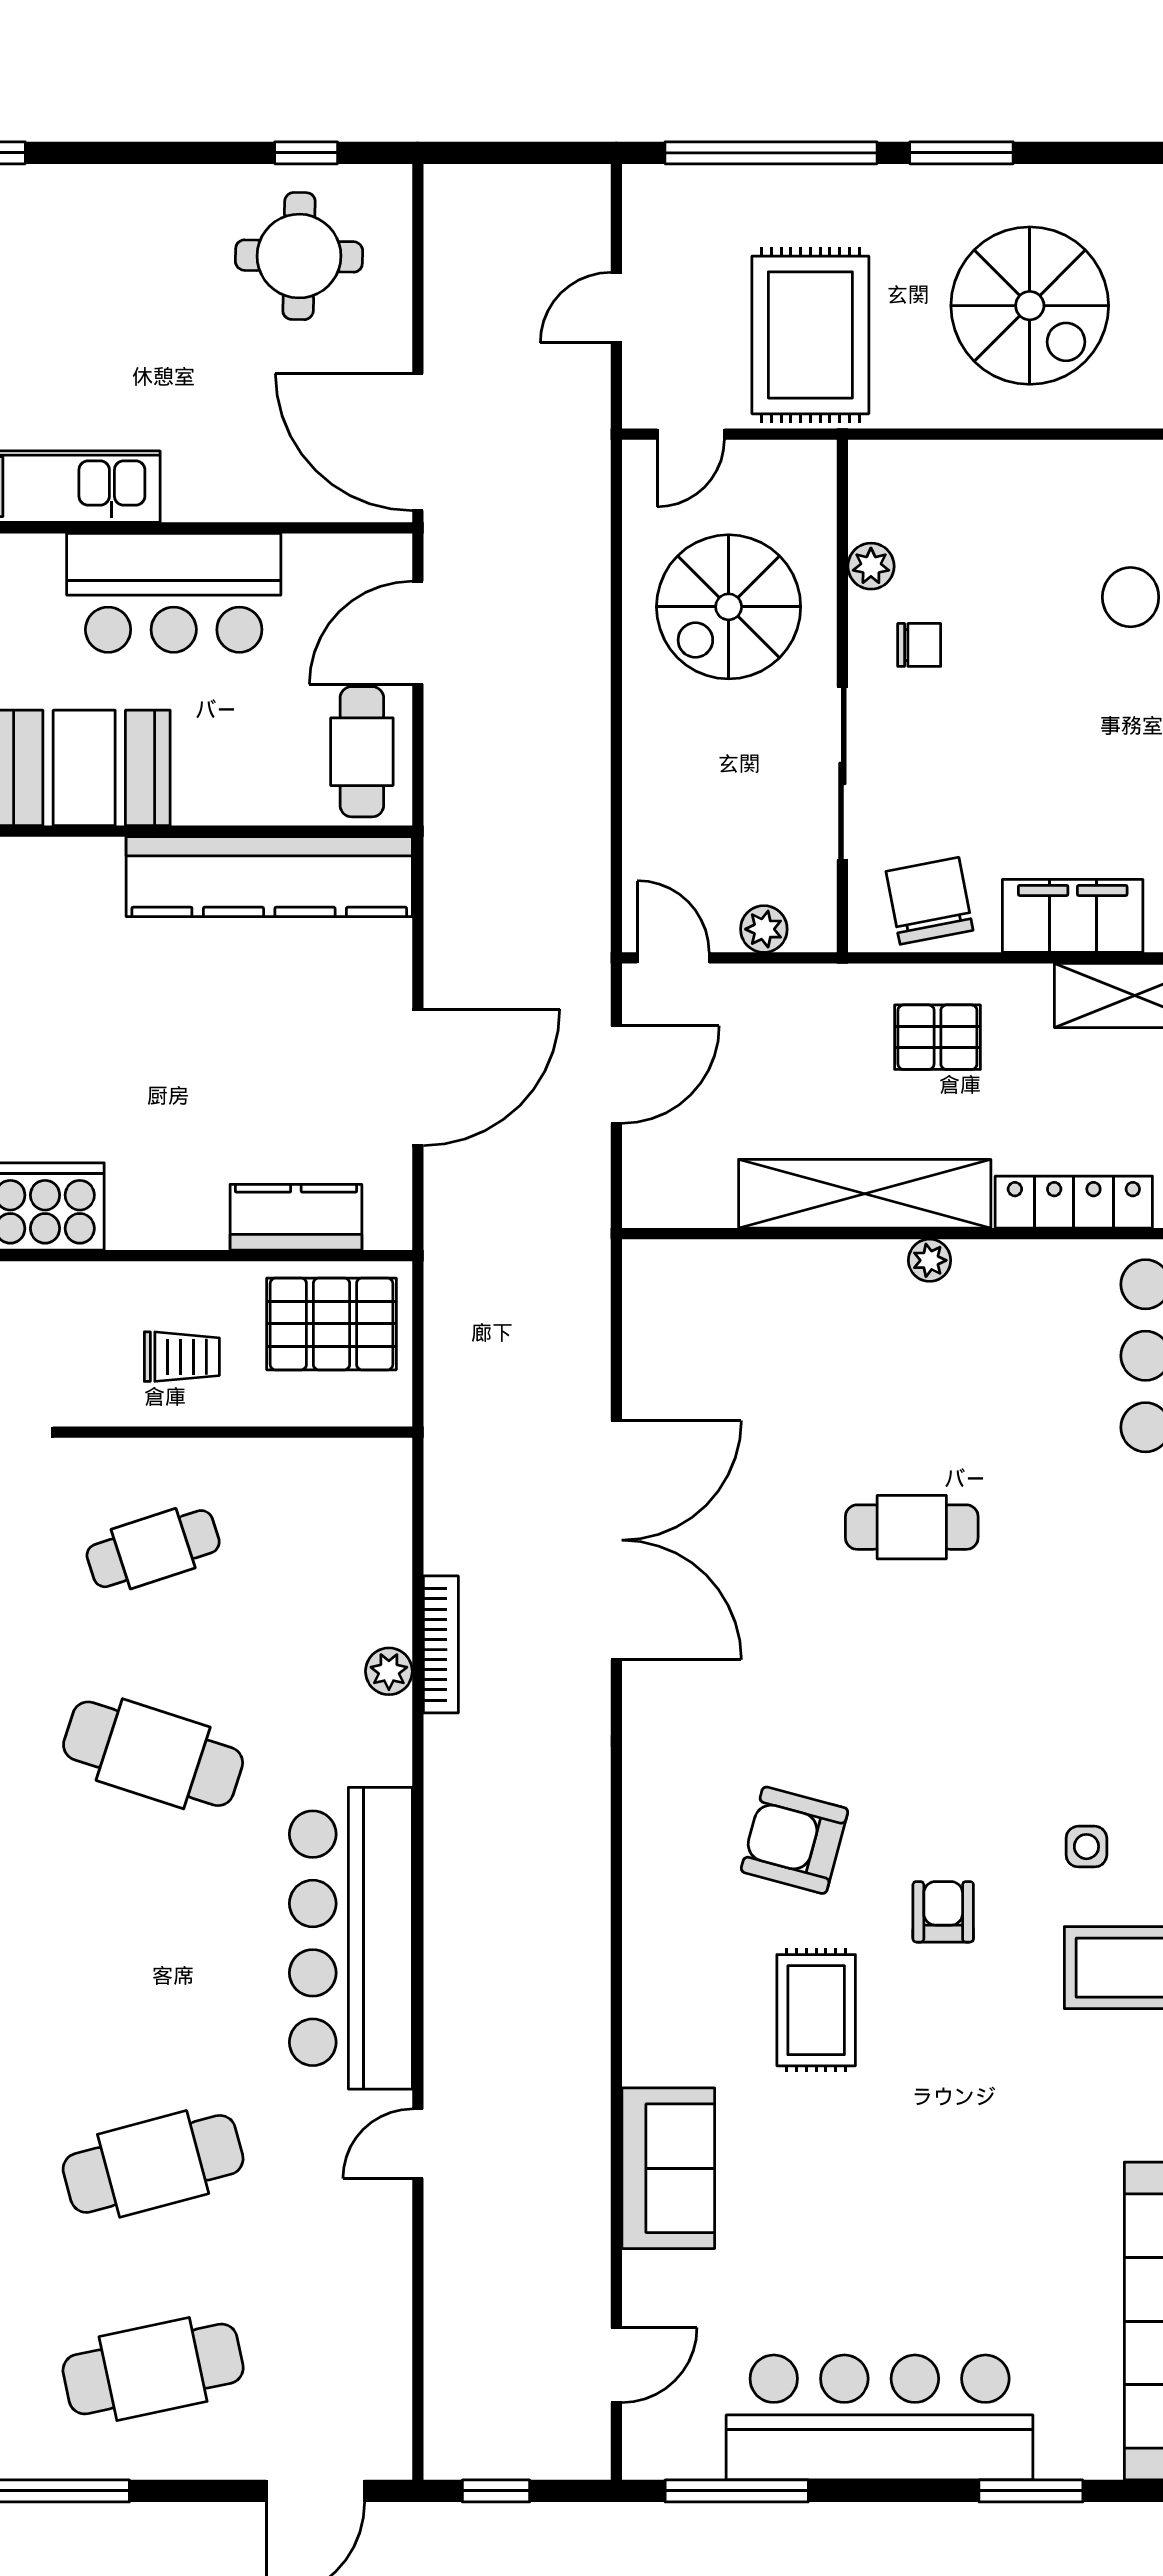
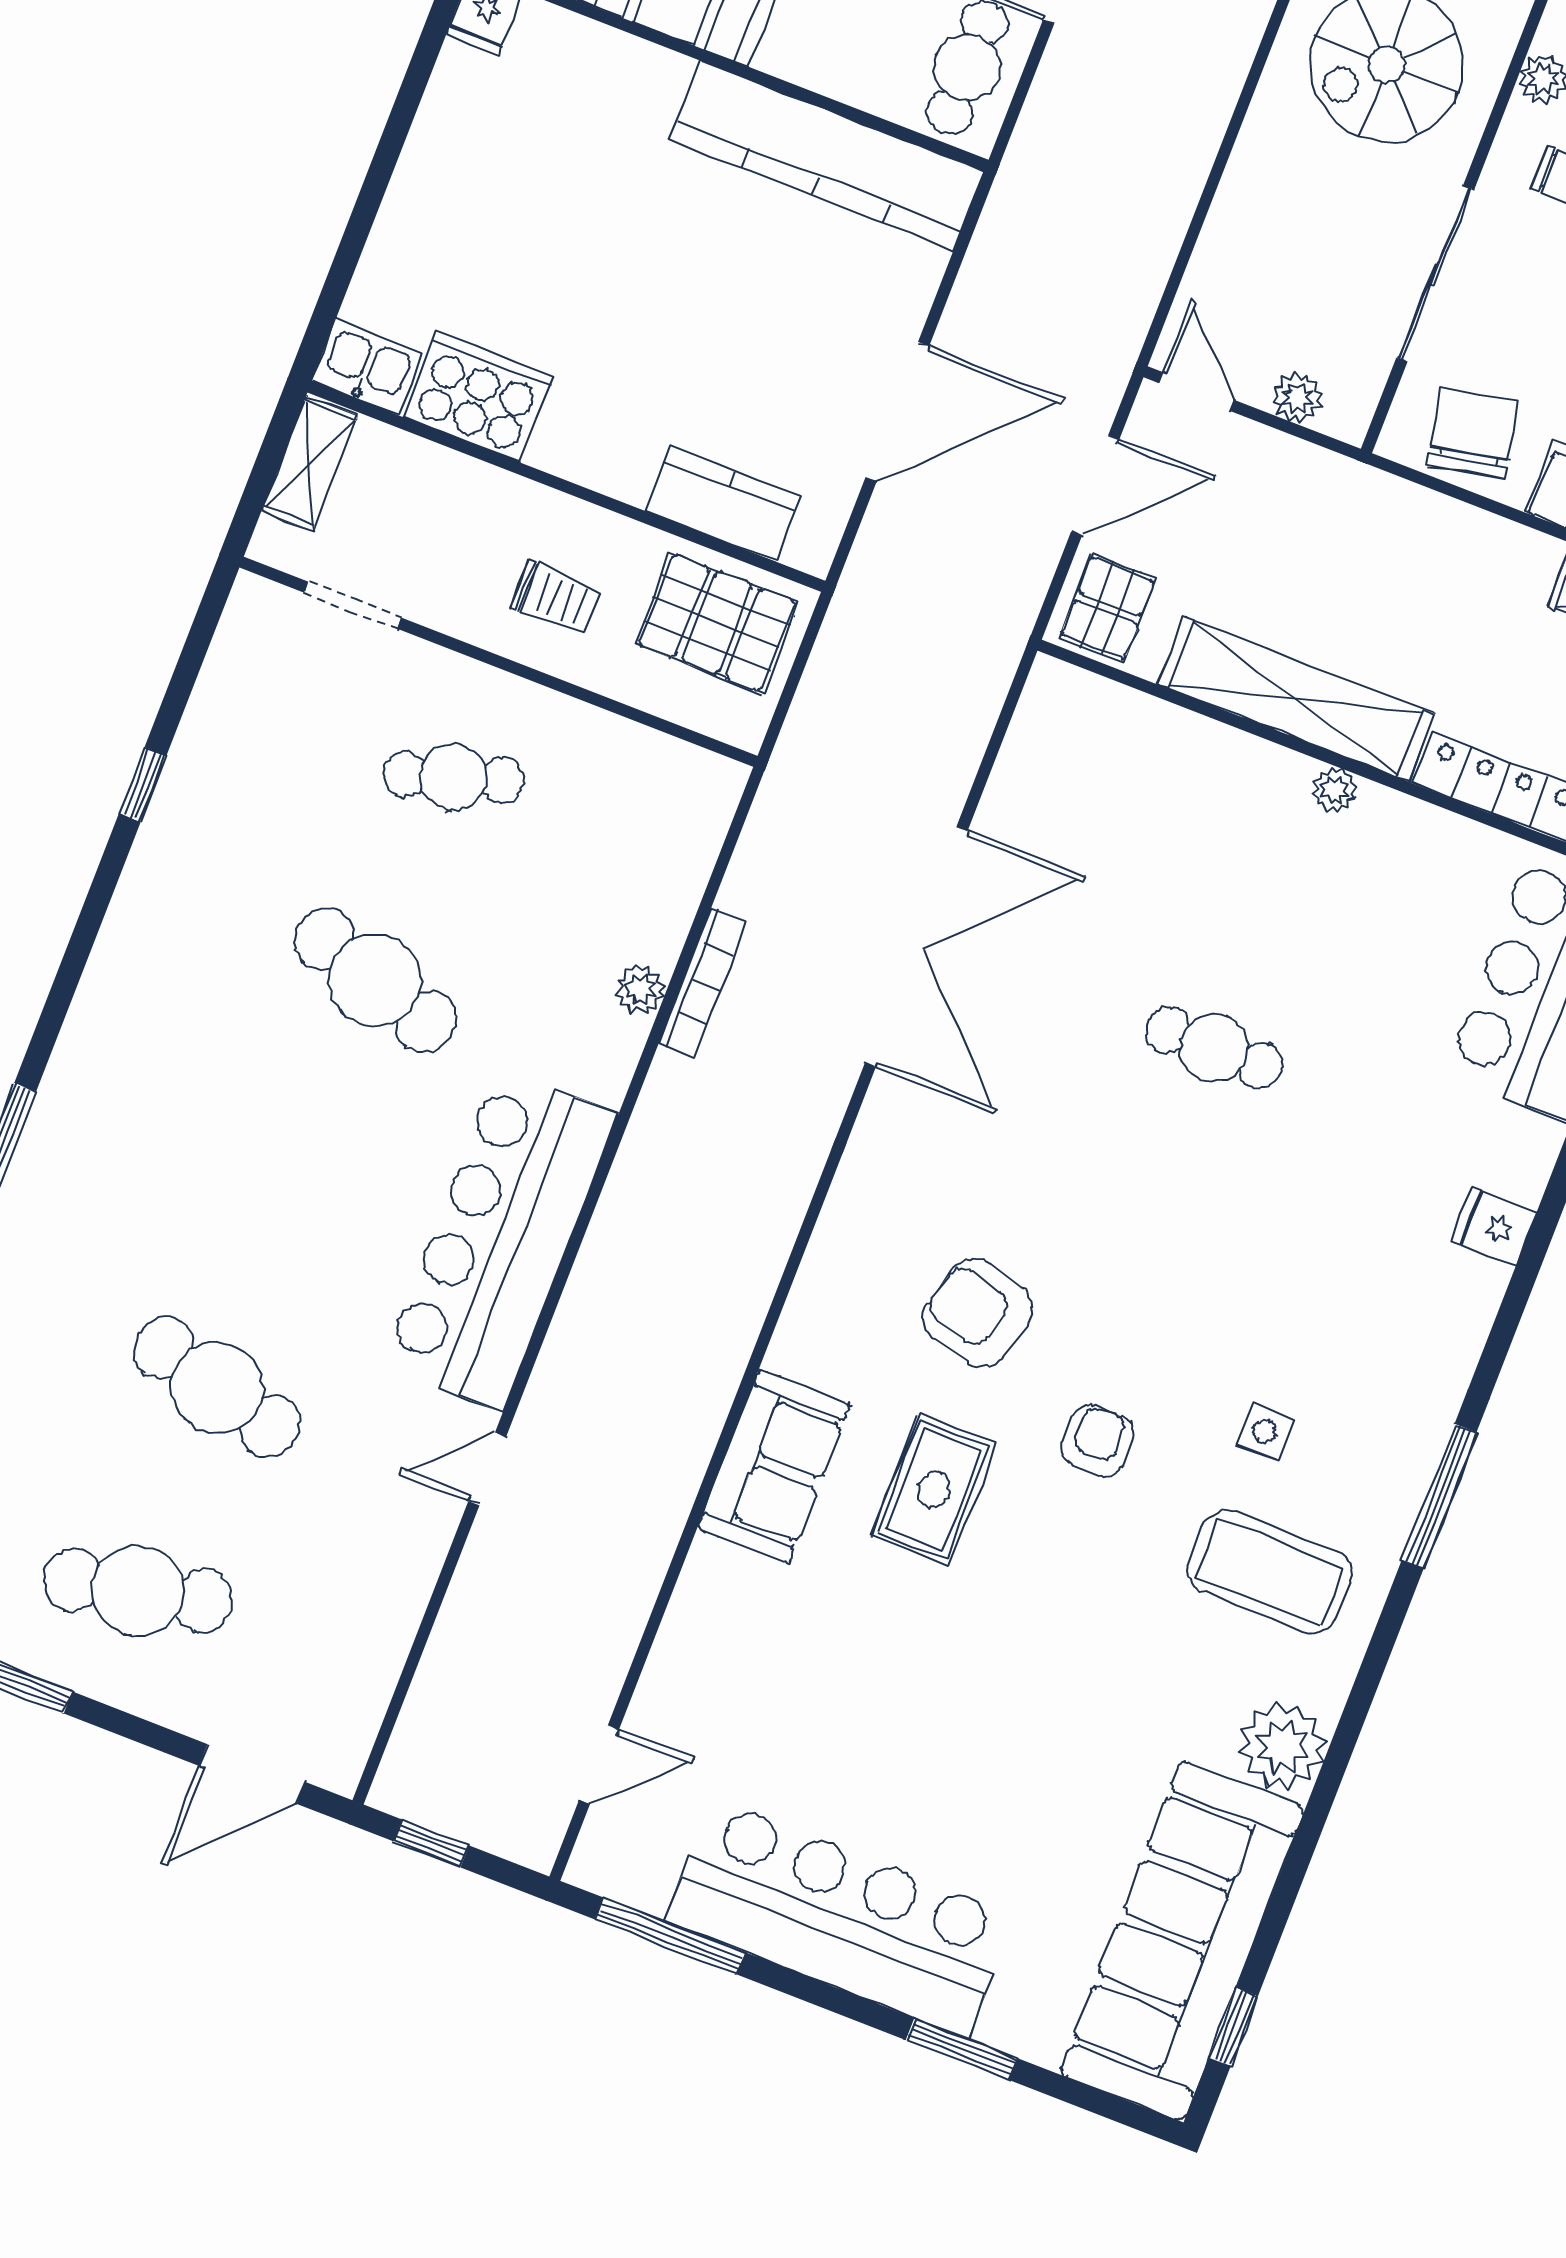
pallet: (937, 1037) -> (1108, 608), moved, turned 90
cafe table: (153, 2164) -> (217, 1387), turned 30
sofa: (668, 2168) -> (774, 1466), moved

